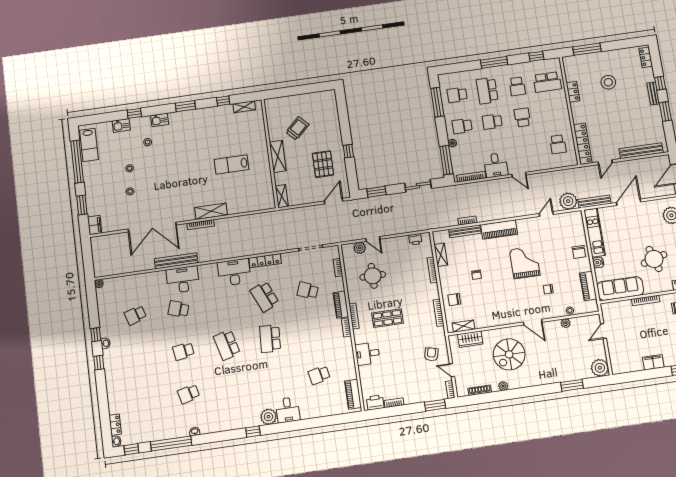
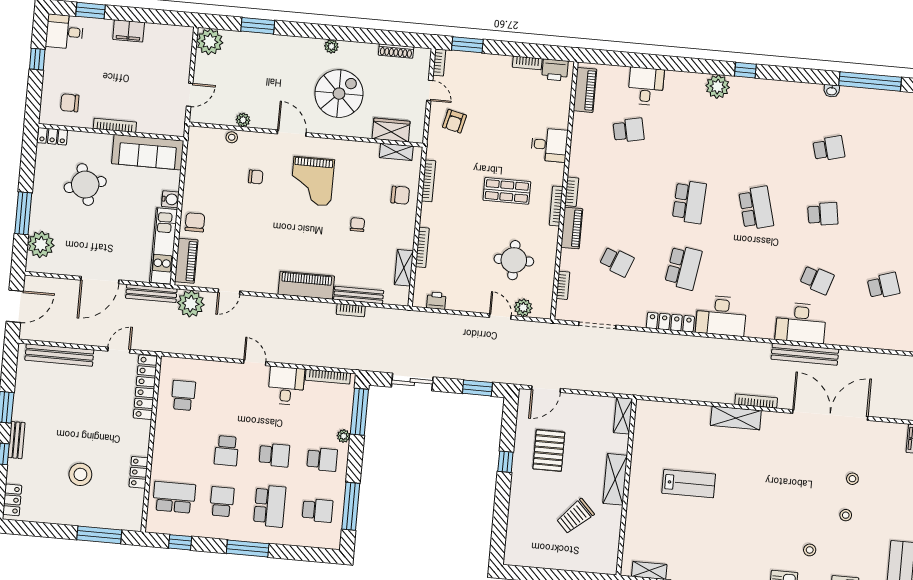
grand piano: (525, 263) -> (312, 181), moved
piano: (588, 286) -> (186, 261), moved
school desk: (265, 297) -> (683, 267), turned 33
plant: (503, 386) -> (331, 46), moved
desk: (288, 410) -> (646, 86), moved

